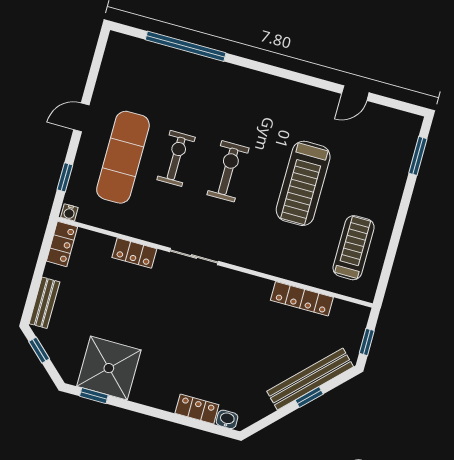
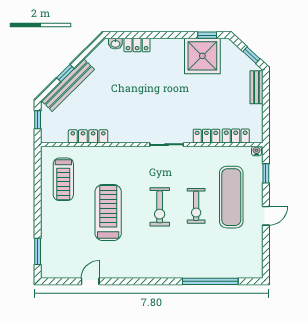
locker: (62, 244) -> (236, 136), moved, turned 90

